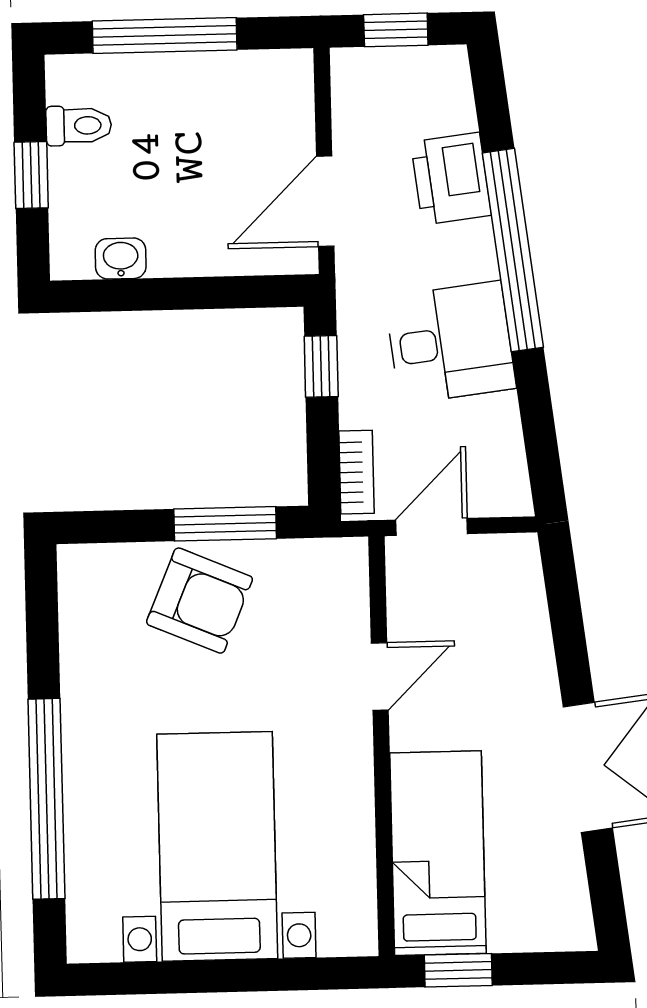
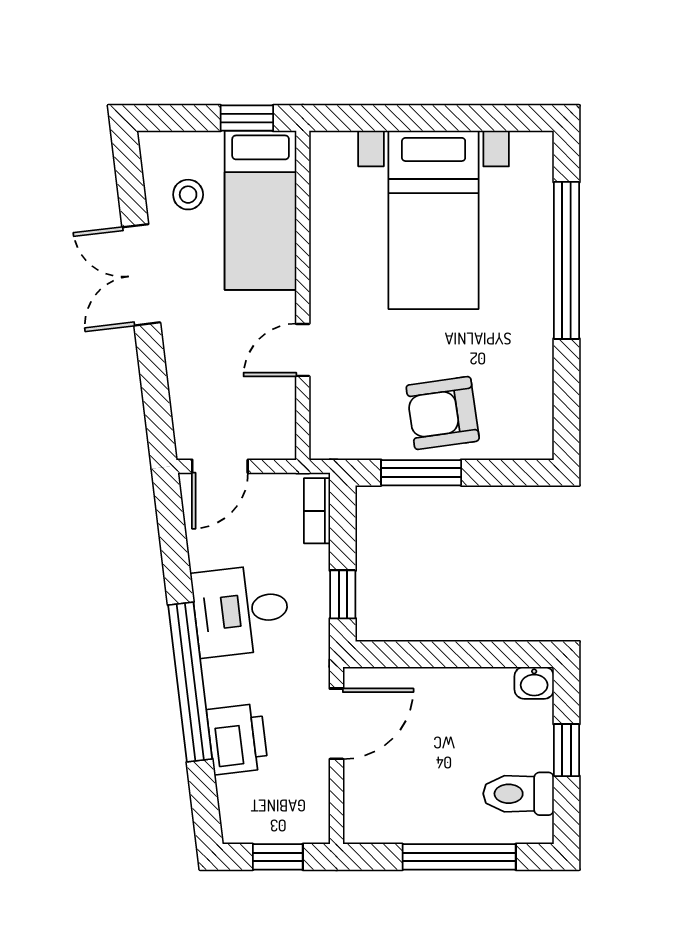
toilet: (79, 126) -> (519, 794), width x1.37, depth x1.39
washbasin: (121, 259) -> (534, 683), moved
door: (432, 527) -> (220, 466), moved
armchair: (199, 601) -> (443, 413), turned -31
stool: (531, 871) -> (188, 195), added

